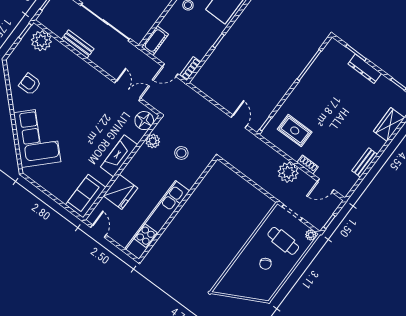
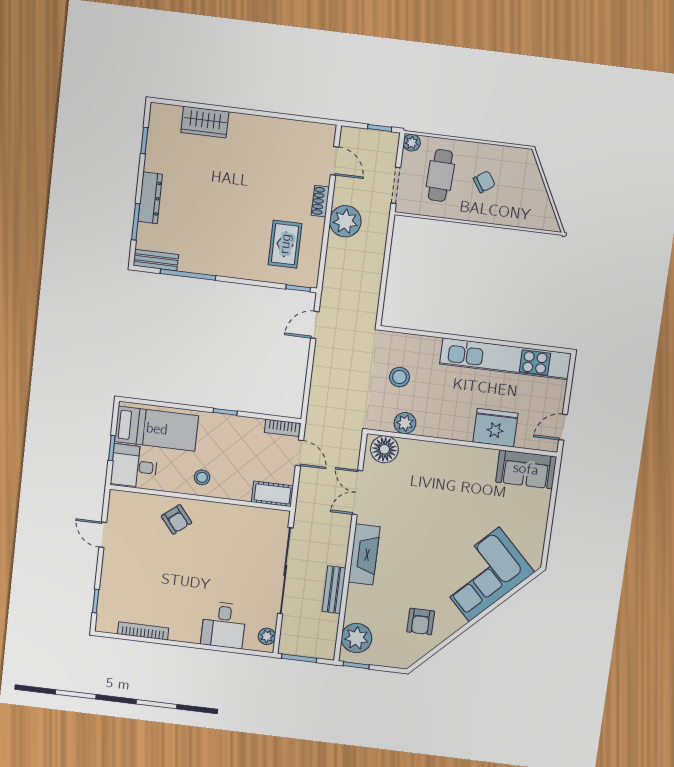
fireplace: (119, 156) -> (364, 554), moved, turned -90
bench: (365, 163) -> (156, 260), moved

